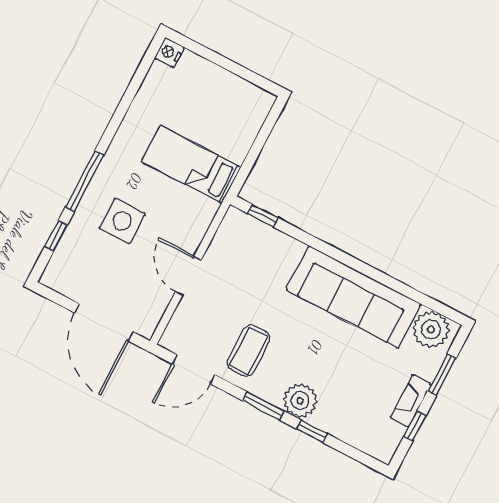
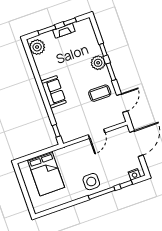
nightstand: (169, 53) -> (134, 174), moved
bed: (191, 164) -> (46, 174), moved, width x1.50
side table: (122, 221) -> (91, 182), moved
sofa: (354, 297) -> (54, 92), width x0.54, depth x0.79
door: (194, 369) -> (122, 103), hinge flipped

